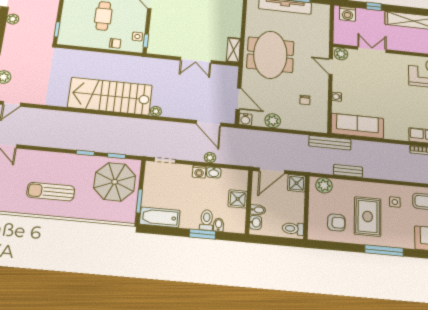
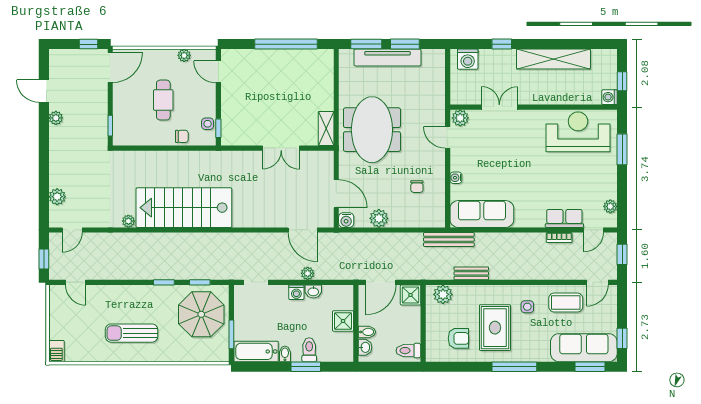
plant: (156, 111) -> (128, 221), moved
bidet: (219, 225) -> (285, 354), moved

